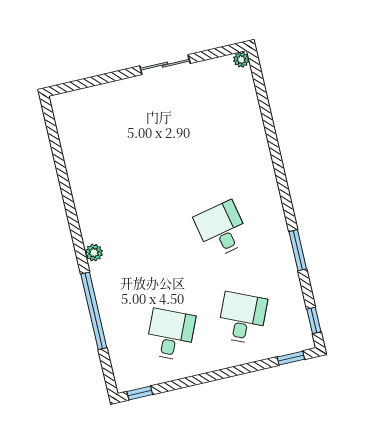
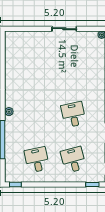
desk: (242, 318) -> (73, 160), turned -39
desk: (170, 335) -> (37, 160), turned -36

